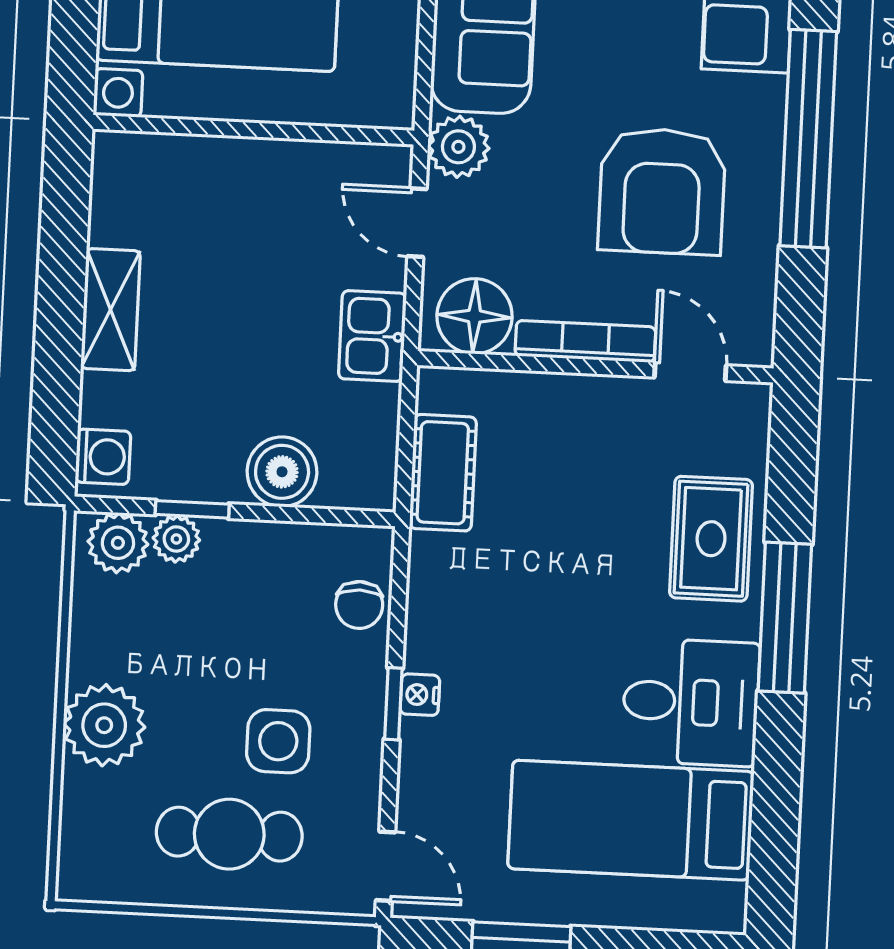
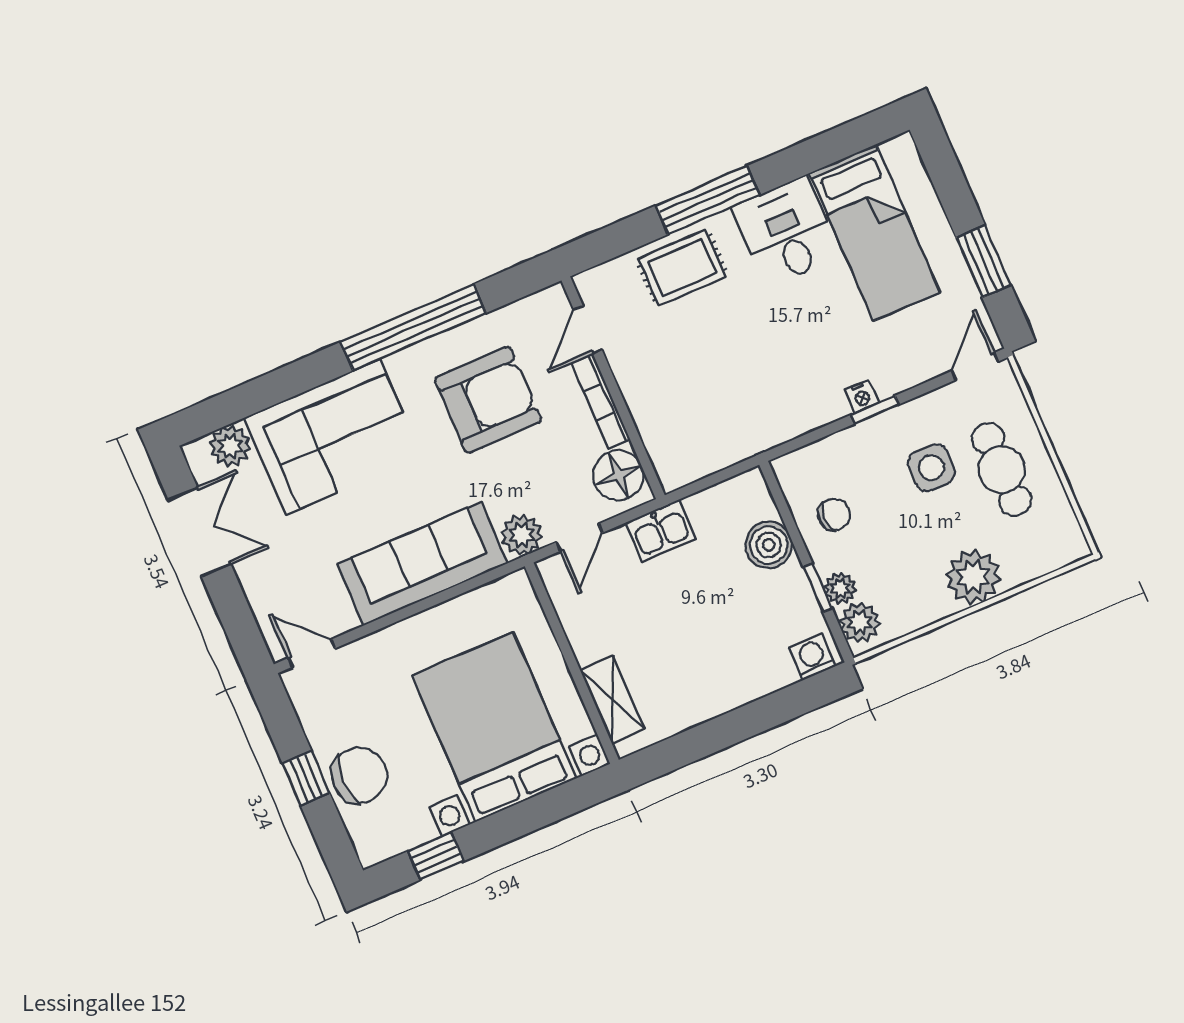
shelving: (111, 310) -> (612, 700), moved, turned 90
cot: (443, 473) -> (722, 448), removed
chair: (359, 605) -> (834, 514), moved

